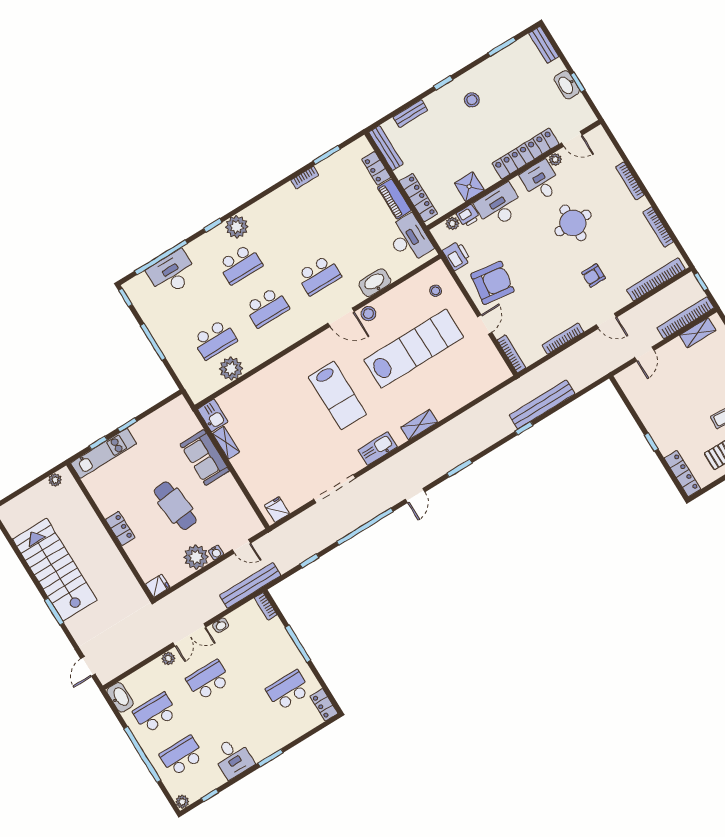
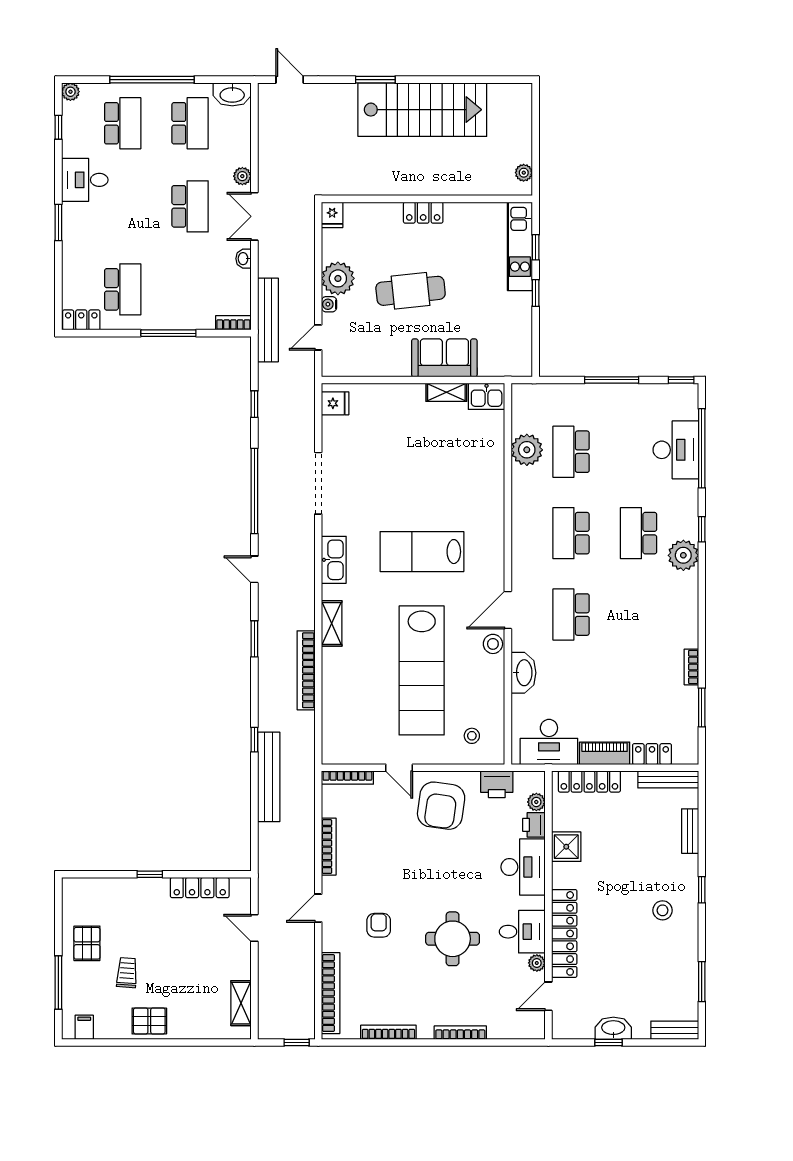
bookcase: (685, 318) -> (306, 670), moved, turned 180
locker: (683, 474) -> (200, 888), moved

